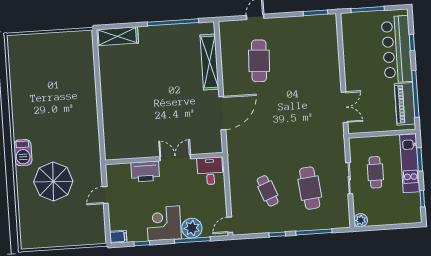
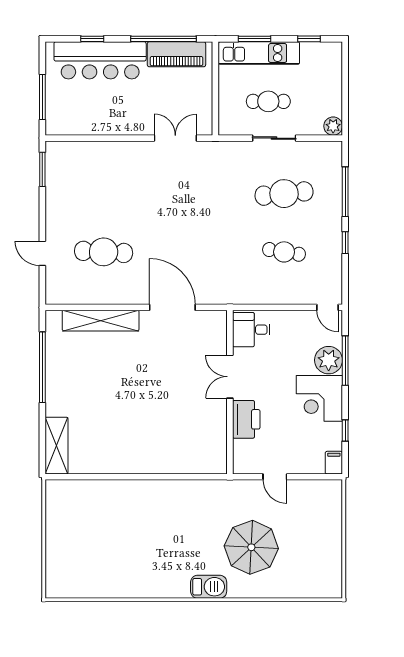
cafe table: (268, 191) -> (284, 252), turned 30

